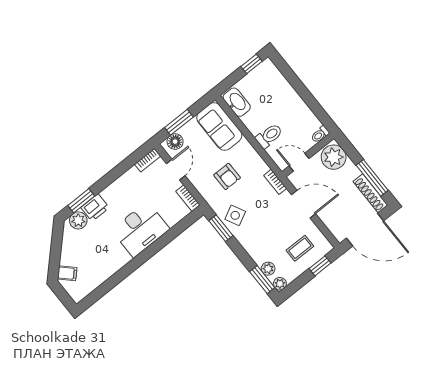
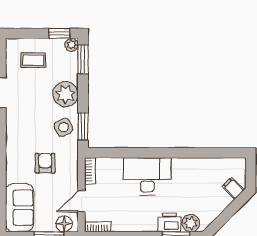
bookcase: (275, 182) -> (11, 128), removed
window: (320, 266) -> (59, 33), moved
plant: (268, 269) -> (65, 94), moved, width x1.87, depth x1.87

